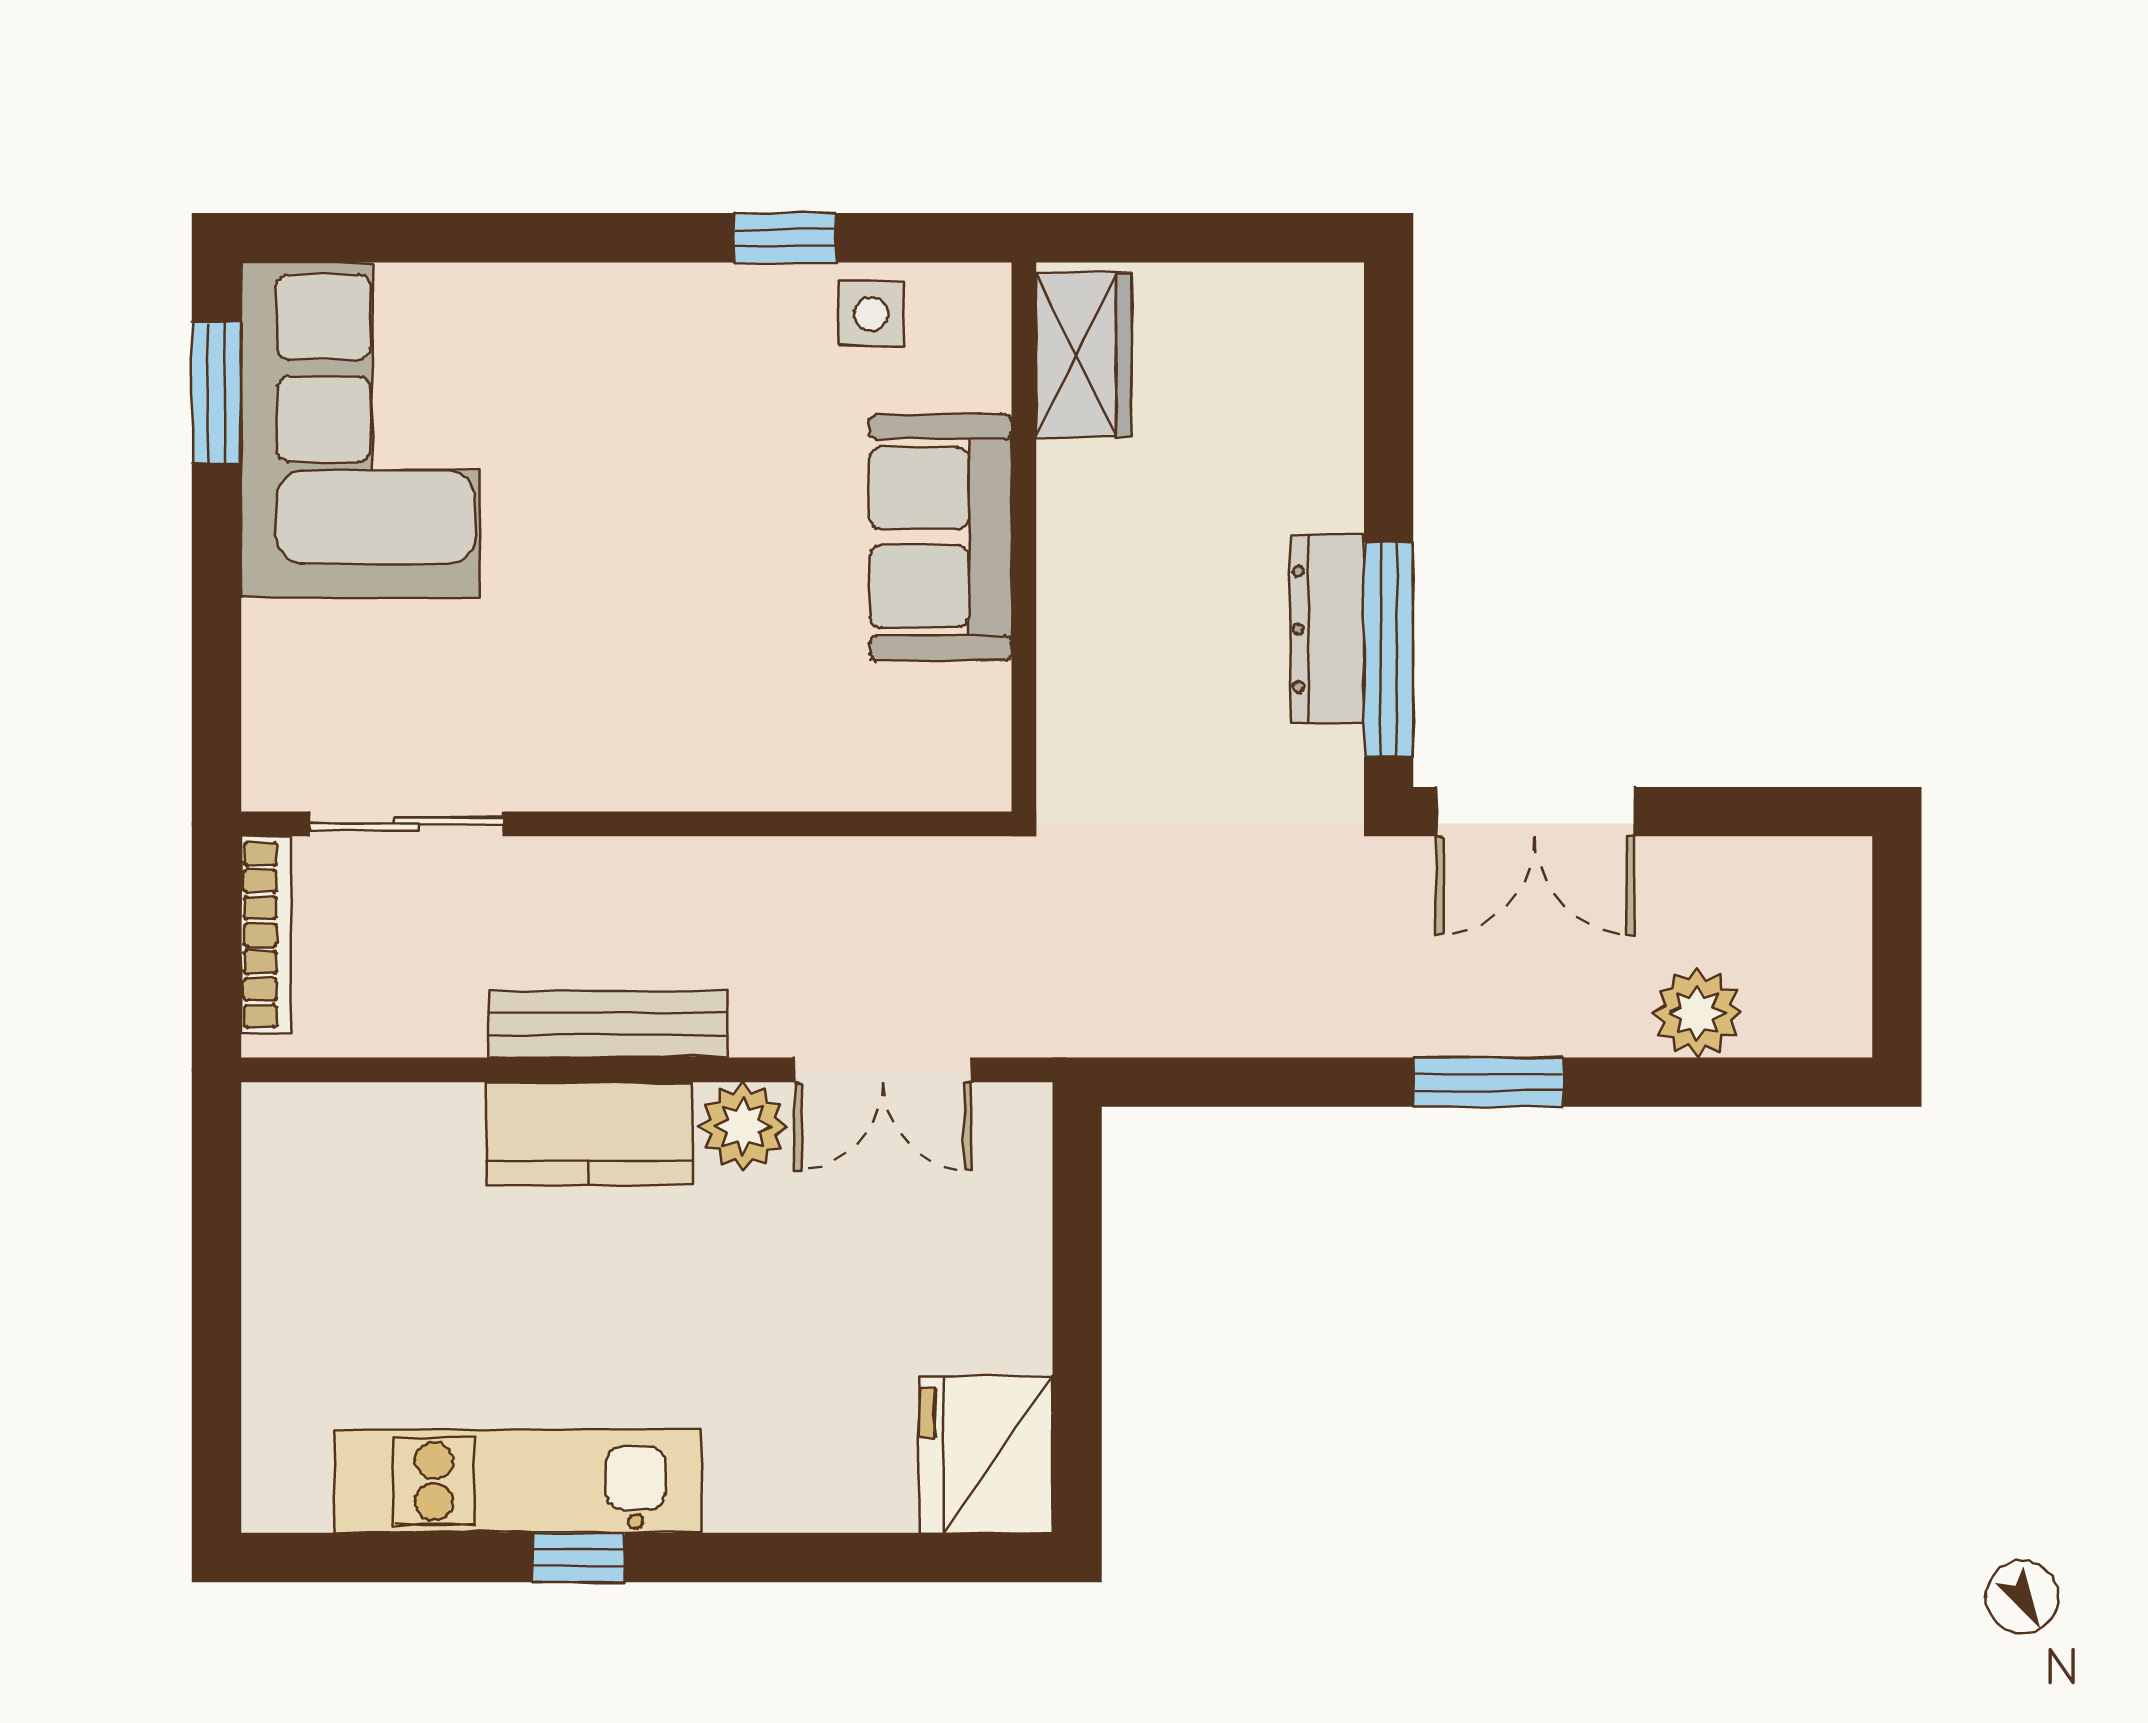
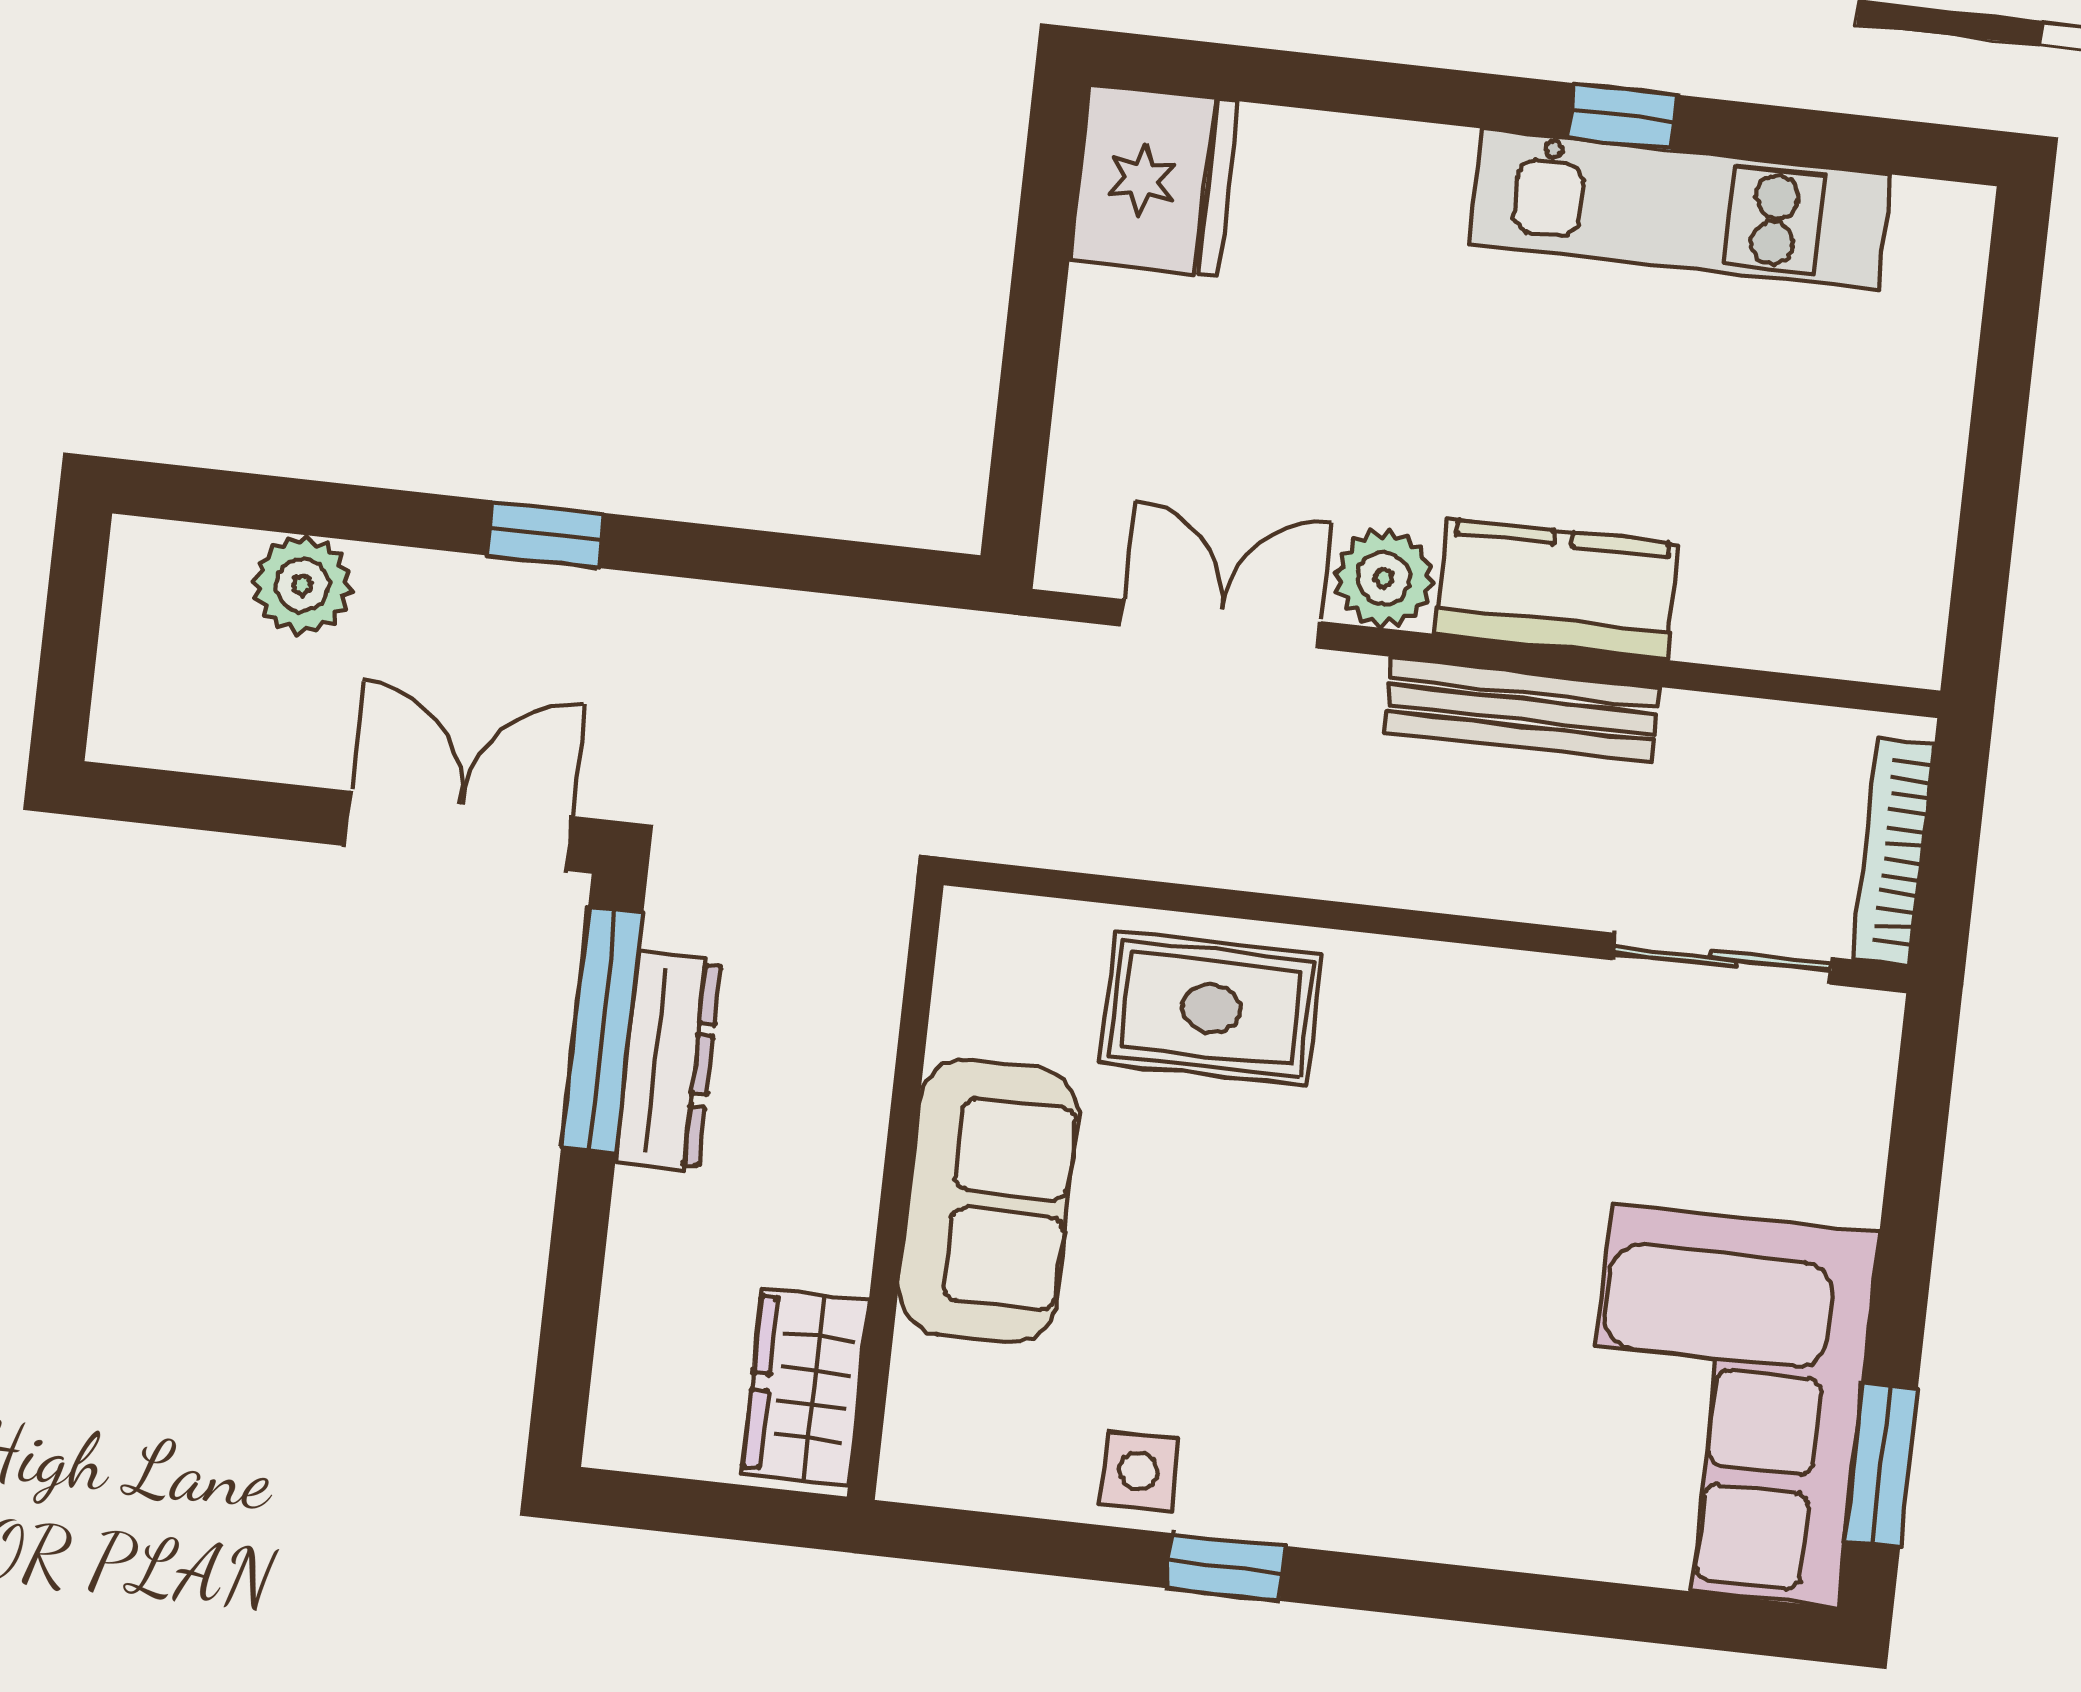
wardrobe: (1084, 355) -> (805, 1387), moved
sofa: (941, 537) -> (988, 1201), moved
wall: (1024, 537) -> (895, 1191), moved
rug: (853, 729) -> (1211, 1008), added
window: (1488, 1082) -> (545, 534), width x0.67

